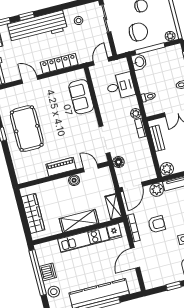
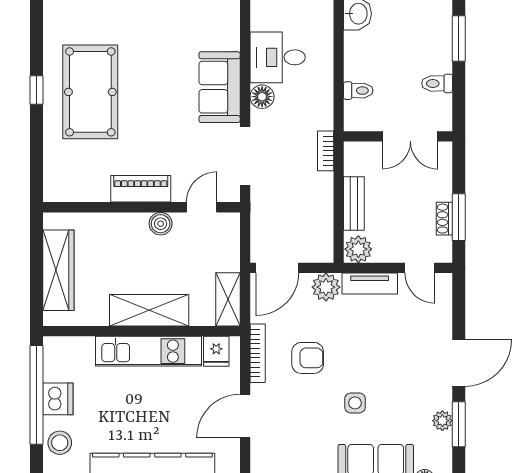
desk: (120, 86) -> (278, 57), moved, turned 180
sofa: (81, 97) -> (220, 87), moved
plant: (136, 113) -> (323, 118), removed
bench: (157, 138) -> (354, 203), moved
floor lamp: (119, 162) -> (262, 97), moved
door: (91, 168) -> (202, 207), hinge flipped

